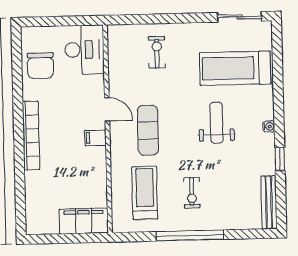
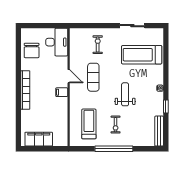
sliding door: (240, 17) -> (132, 26), moved
weight bench: (216, 123) -> (125, 94), moved
exercise mat: (148, 130) -> (93, 77), moved
filing cabinet: (84, 221) -> (39, 139), moved

